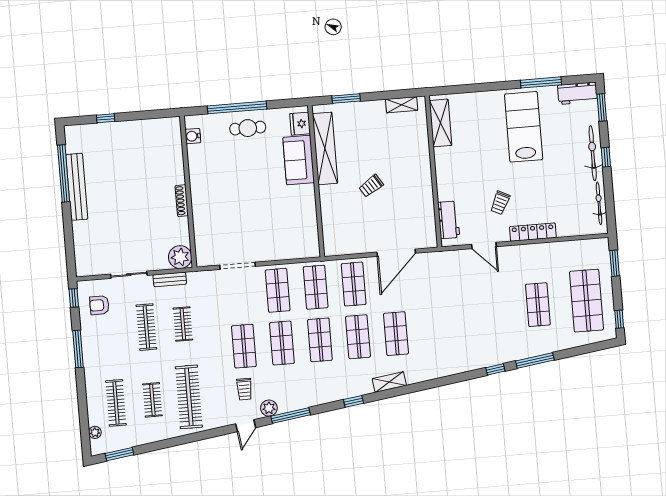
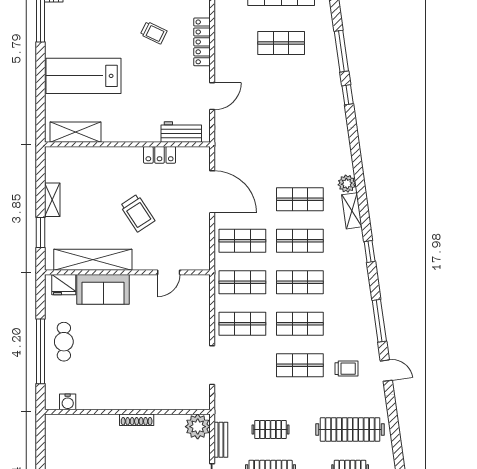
shelving: (402, 105) -> (52, 200), moved
lab bench: (524, 127) -> (83, 76), moved
trolley: (371, 186) -> (138, 213), width x1.36, depth x1.39
locker: (426, 202) -> (160, 155), added
trolley: (500, 203) -> (154, 33), moved
door: (319, 219) -> (169, 272), added
plant: (269, 408) -> (347, 184), moved

